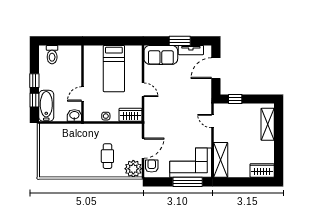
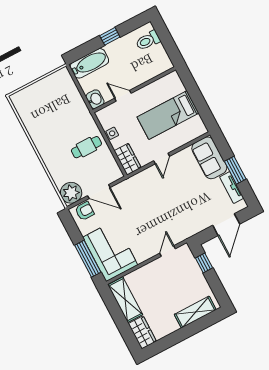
door: (216, 68) -> (226, 225), swing flipped
window: (34, 100) -> (89, 47), removed
cafe table: (107, 156) -> (86, 147), moved
shelving: (221, 160) -> (125, 300), moved, turned 90

